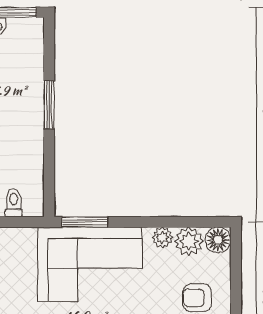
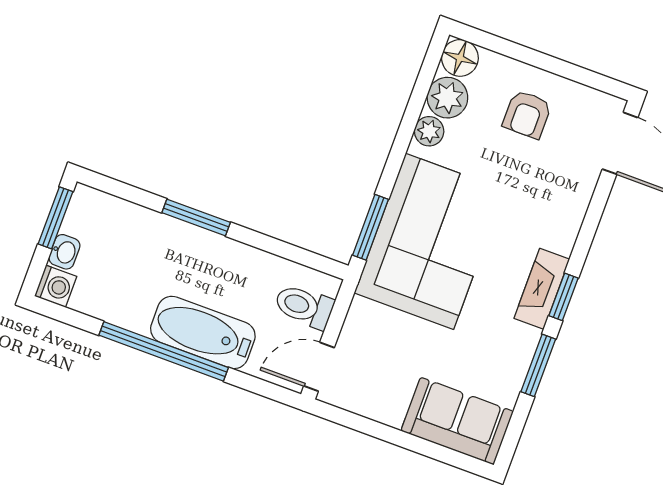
toilet: (14, 203) -> (304, 306), width x1.37, depth x1.39

